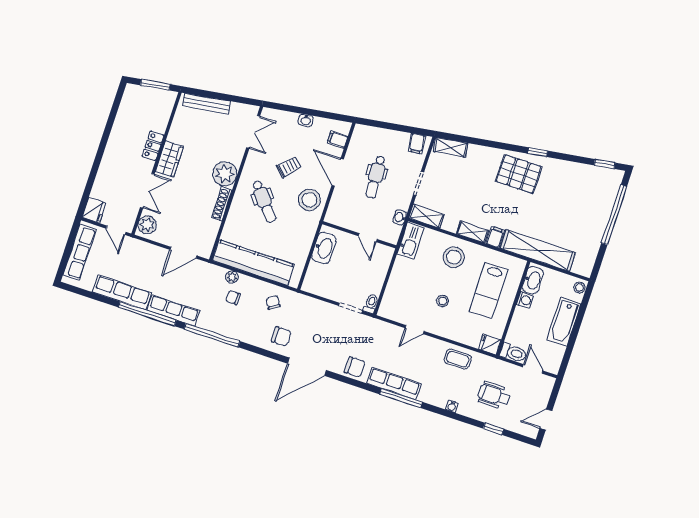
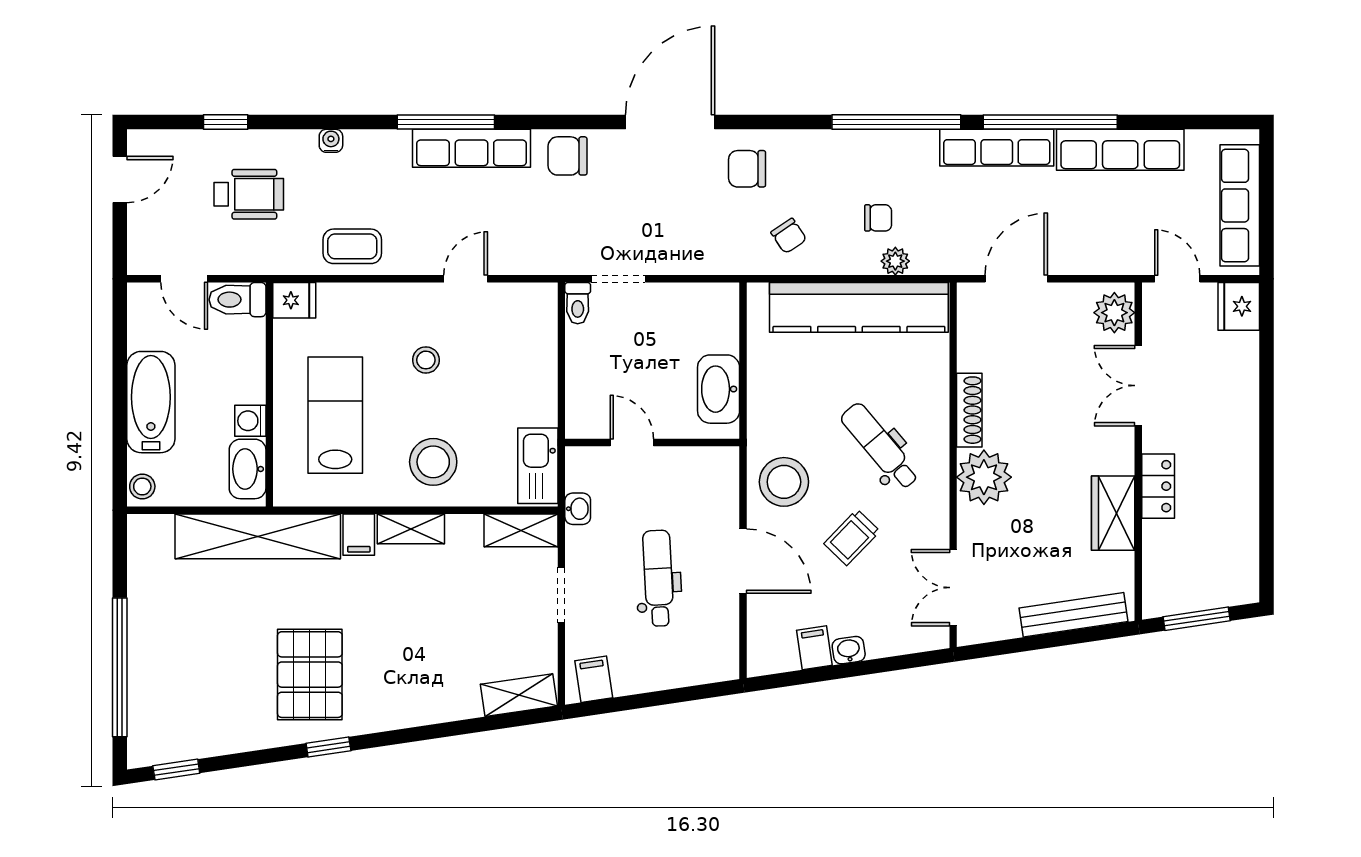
filing cabinet: (338, 140) -> (814, 648), moved, turned -98
wardrobe: (170, 159) -> (1113, 513), moved
pallet: (519, 174) -> (310, 675), moved, turned 90

